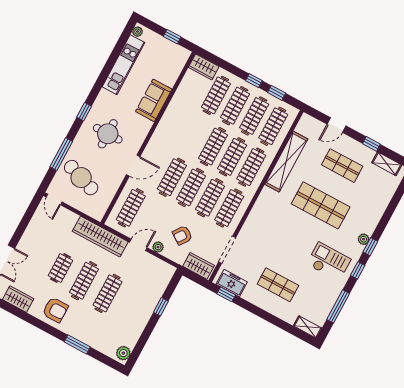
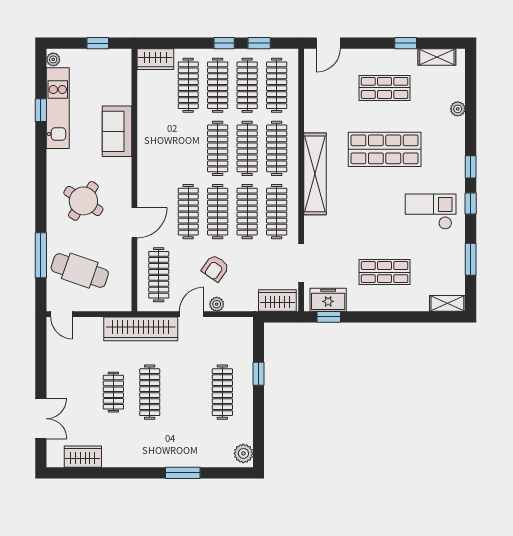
window: (84, 112) -> (41, 110), moved
door: (337, 125) -> (328, 43), moved
round table: (108, 134) -> (83, 201), turned 33
shelving: (286, 162) -> (315, 174), moved
armchair: (182, 235) -> (215, 268), moved
plant: (364, 239) -> (458, 109), moved
clothes rail: (108, 293) -> (222, 392), moved
window: (338, 306) -> (471, 259), width x0.69
armchair: (55, 310) -> (134, 446), removed

